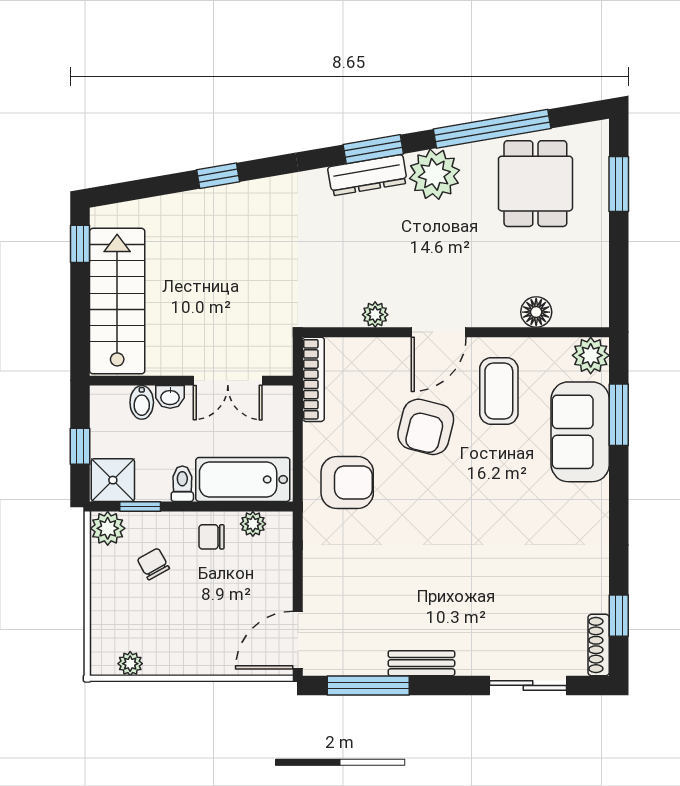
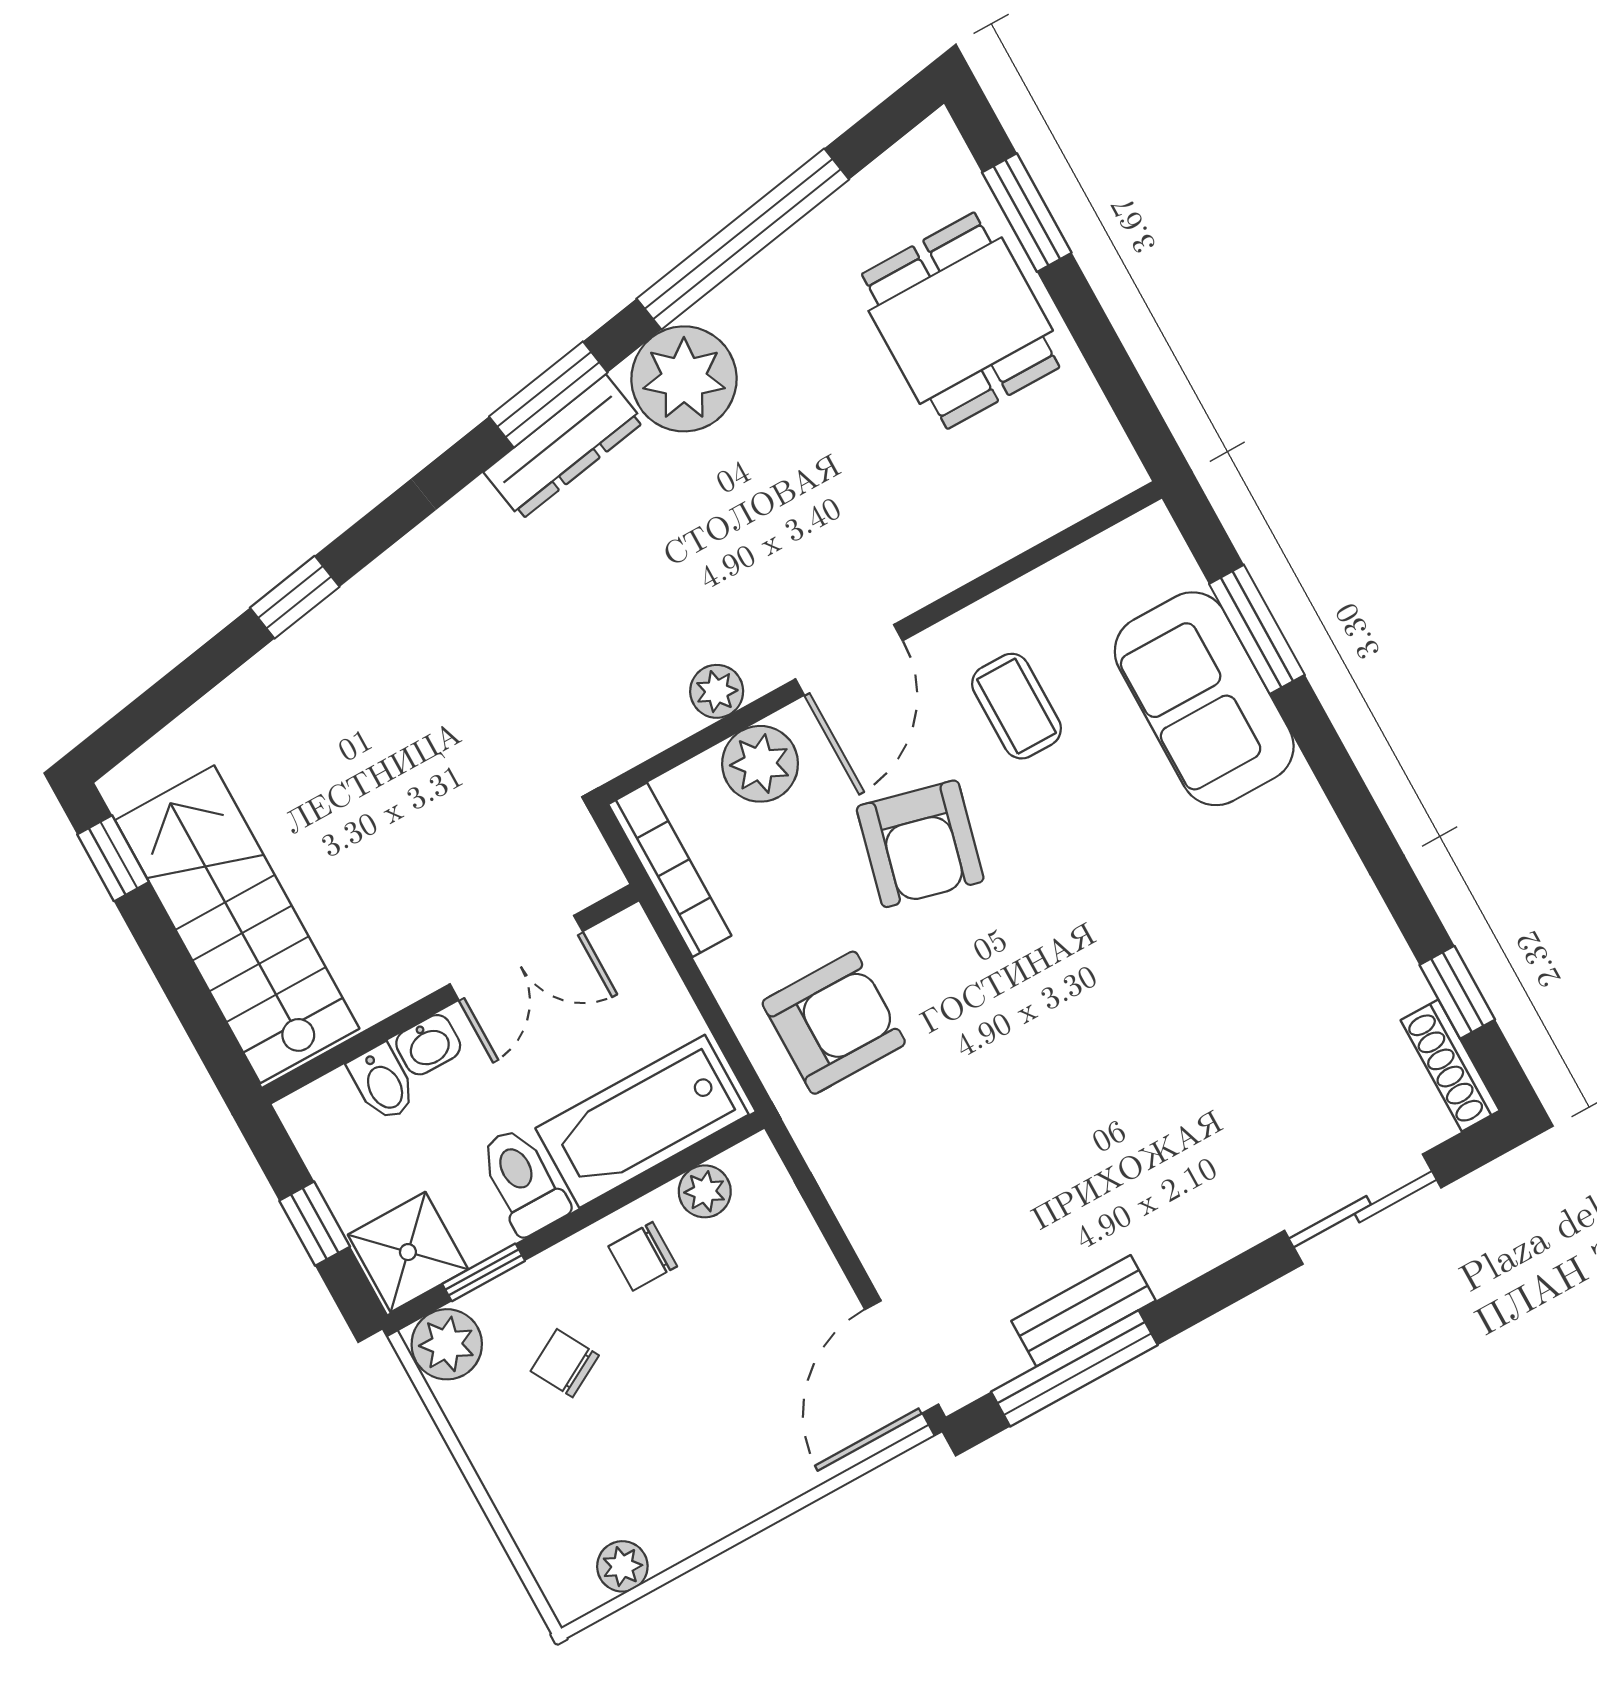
dining table: (535, 184) -> (961, 321), moved
floor lamp: (536, 312) -> (1005, 526), removed
plant: (591, 355) -> (760, 764), moved
coffee table: (499, 391) -> (1017, 706), width x0.73, depth x0.77
toilet: (182, 484) -> (523, 1181), width x1.37, depth x1.39
bench: (421, 663) -> (1083, 1311), moved

